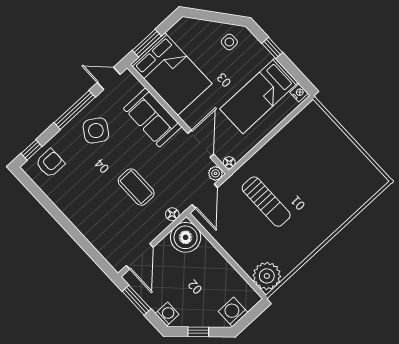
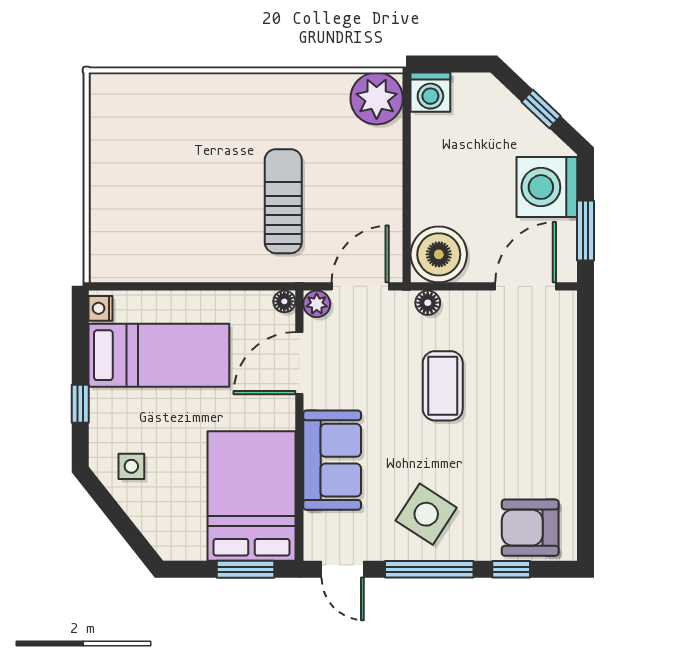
window: (31, 150) -> (511, 569), moved
armchair: (50, 163) -> (530, 528), width x1.38, depth x1.38
washing machine: (233, 312) -> (430, 92), moved
washing machine: (167, 314) -> (547, 187), width x1.89, depth x1.89

